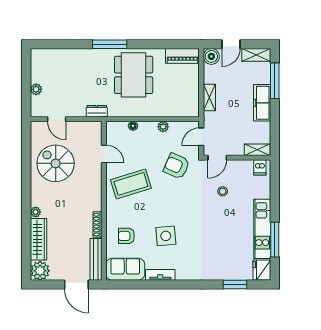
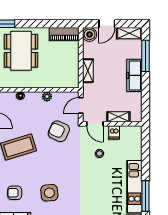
shelving: (257, 150) -> (118, 117), moved
door: (217, 158) -> (95, 124), hinge flipped
dishwasher: (260, 167) -> (114, 132), moved

